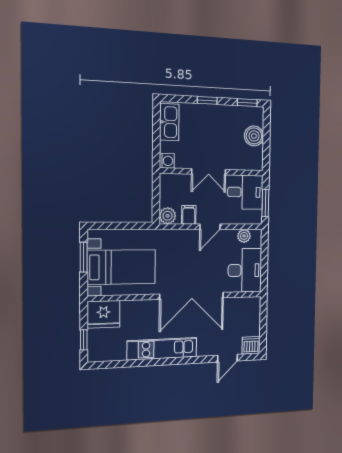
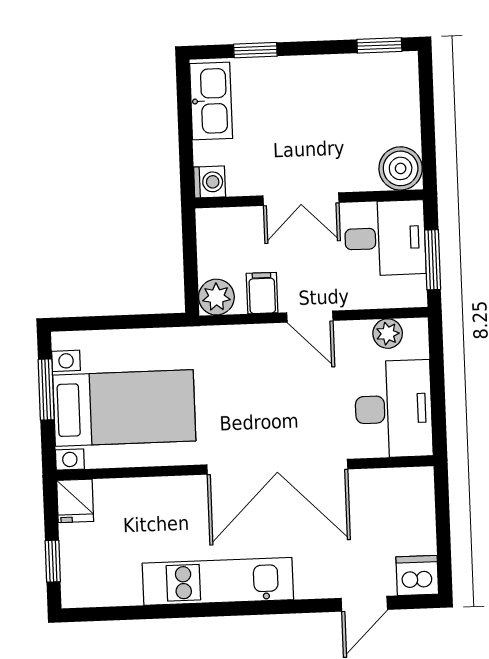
window: (207, 100) -> (255, 50), moved
boiler: (254, 136) -> (401, 168), moved
door: (210, 227) -> (310, 317), hinge flipped
fridge: (103, 314) -> (75, 501), width x0.53, depth x0.75

